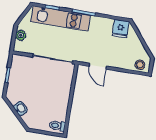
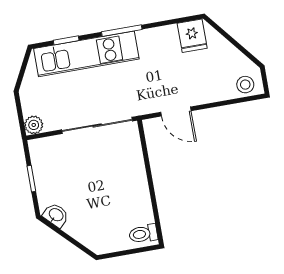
plant: (21, 35) -> (34, 125), moved
washbasin: (20, 109) -> (56, 215), moved

